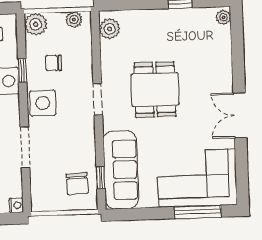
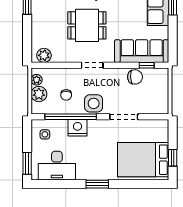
plant: (36, 24) -> (39, 94), moved
window: (22, 71) -> (71, 117), width x3.17
chair: (77, 184) -> (135, 77), moved
nightstand: (16, 205) -> (164, 124), removed

